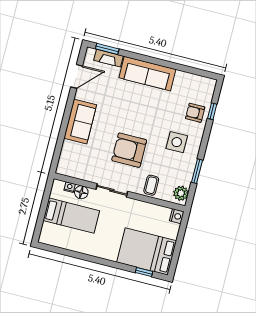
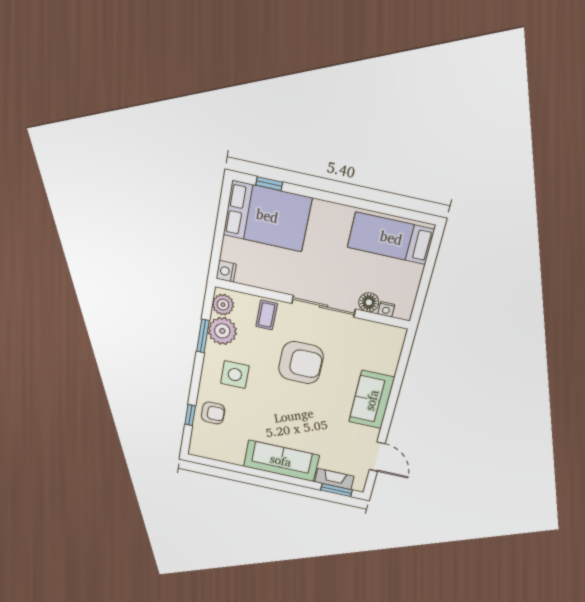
door: (77, 76) -> (377, 457), swing flipped
plant: (183, 175) -> (222, 331), added
sliding door: (112, 190) -> (324, 306), width x1.37
bed: (71, 216) -> (391, 238), moved

